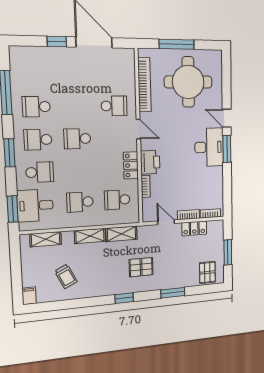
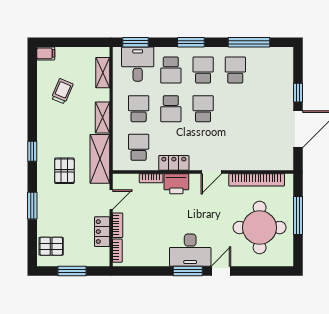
school desk: (114, 106) -> (171, 109), moved
shelving: (122, 234) -> (100, 159), width x1.50, depth x1.33
trolley: (66, 276) -> (62, 91), turned 139

